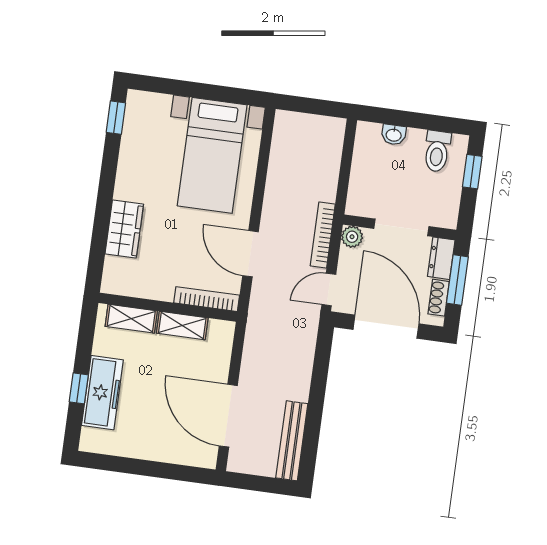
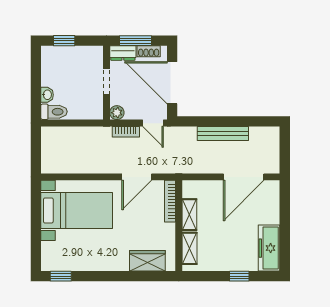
toilet: (437, 151) -> (54, 112), moved
doorway: (401, 227) -> (106, 82), width x0.73
wardrobe: (124, 229) -> (147, 261), moved
bookcase: (323, 235) -> (126, 132), width x0.64
door: (386, 327) -> (172, 83), hinge flipped
freezer: (102, 393) -> (269, 248), moved, turned -90
bench: (292, 441) -> (223, 134), moved

